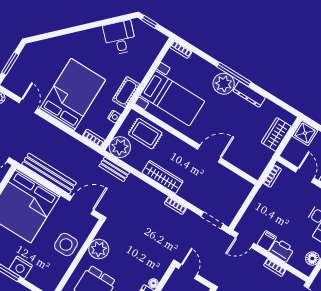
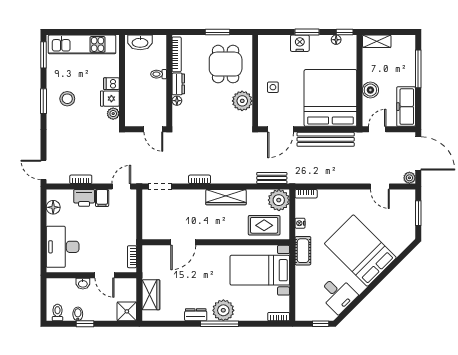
bed: (73, 94) -> (360, 251), moved, turned 135
dresser: (249, 94) -> (196, 315), width x0.70
door: (209, 154) -> (183, 242), moved
side table: (66, 245) -> (273, 87), width x0.54, depth x0.54

